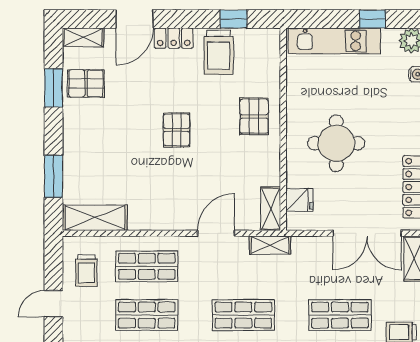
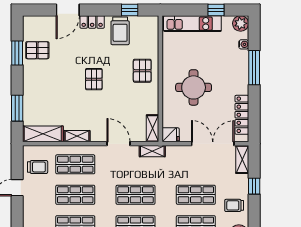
shelving: (83, 37) -> (77, 136), moved
fridge: (299, 200) -> (171, 135), moved
door: (216, 233) -> (118, 144), hinge flipped
double door: (367, 233) -> (213, 144), swing flipped
trolley: (86, 271) -> (38, 167), turned -90

